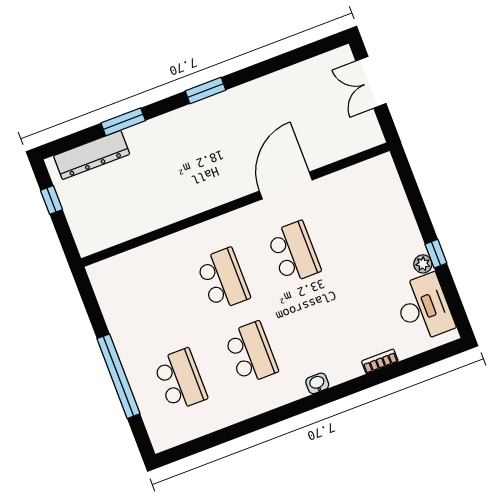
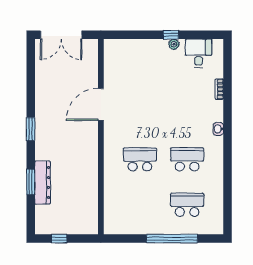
double door: (371, 82) -> (61, 35), width x1.37
dresser: (92, 155) -> (42, 183), moved
door: (286, 186) -> (101, 104), hinge flipped
school desk: (294, 252) -> (140, 114), removed
desk: (424, 308) -> (199, 53), width x0.73

